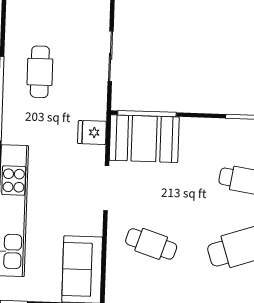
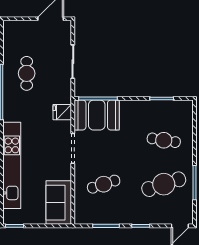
cafe table: (151, 244) -> (104, 184), turned -36

